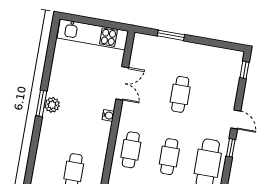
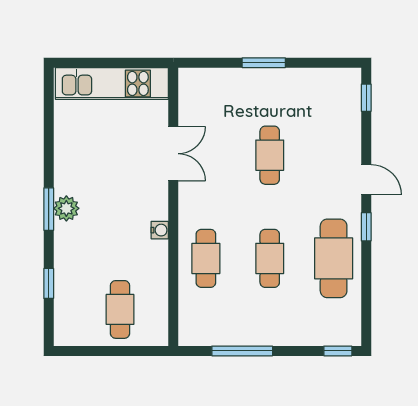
window: (171, 35) -> (264, 63), moved
water cooler: (108, 115) -> (160, 230), moved
window: (33, 148) -> (49, 283), added

